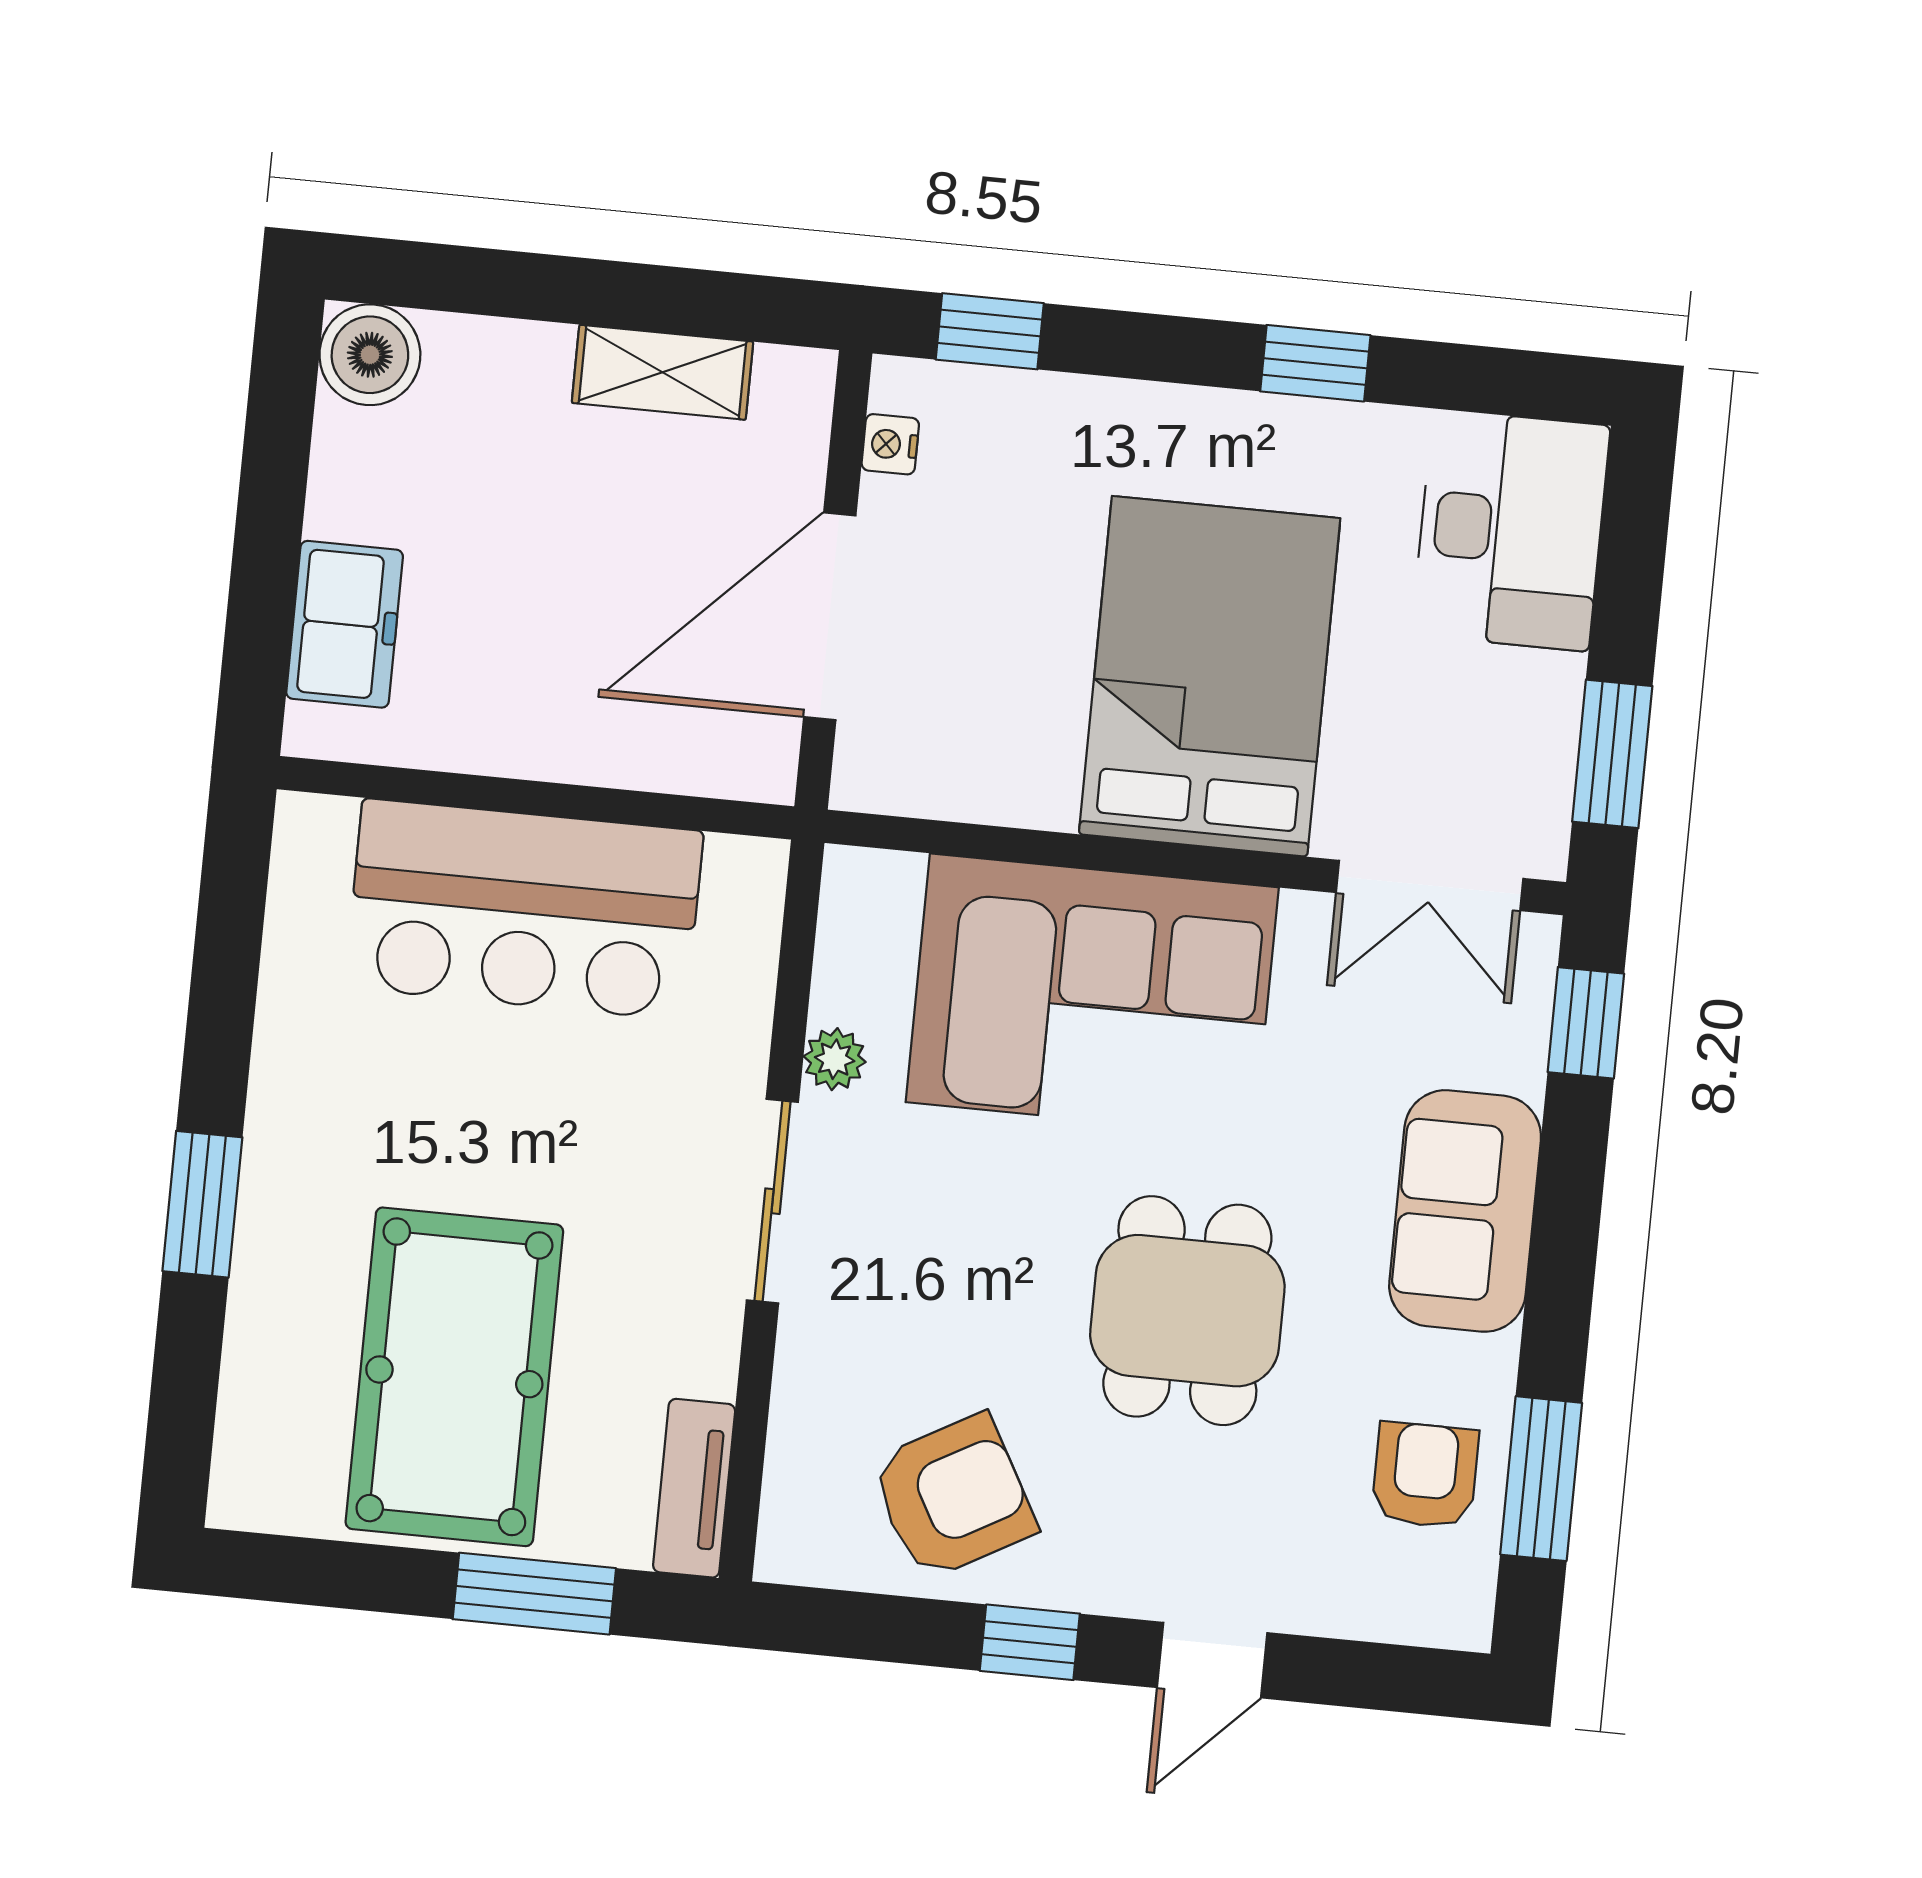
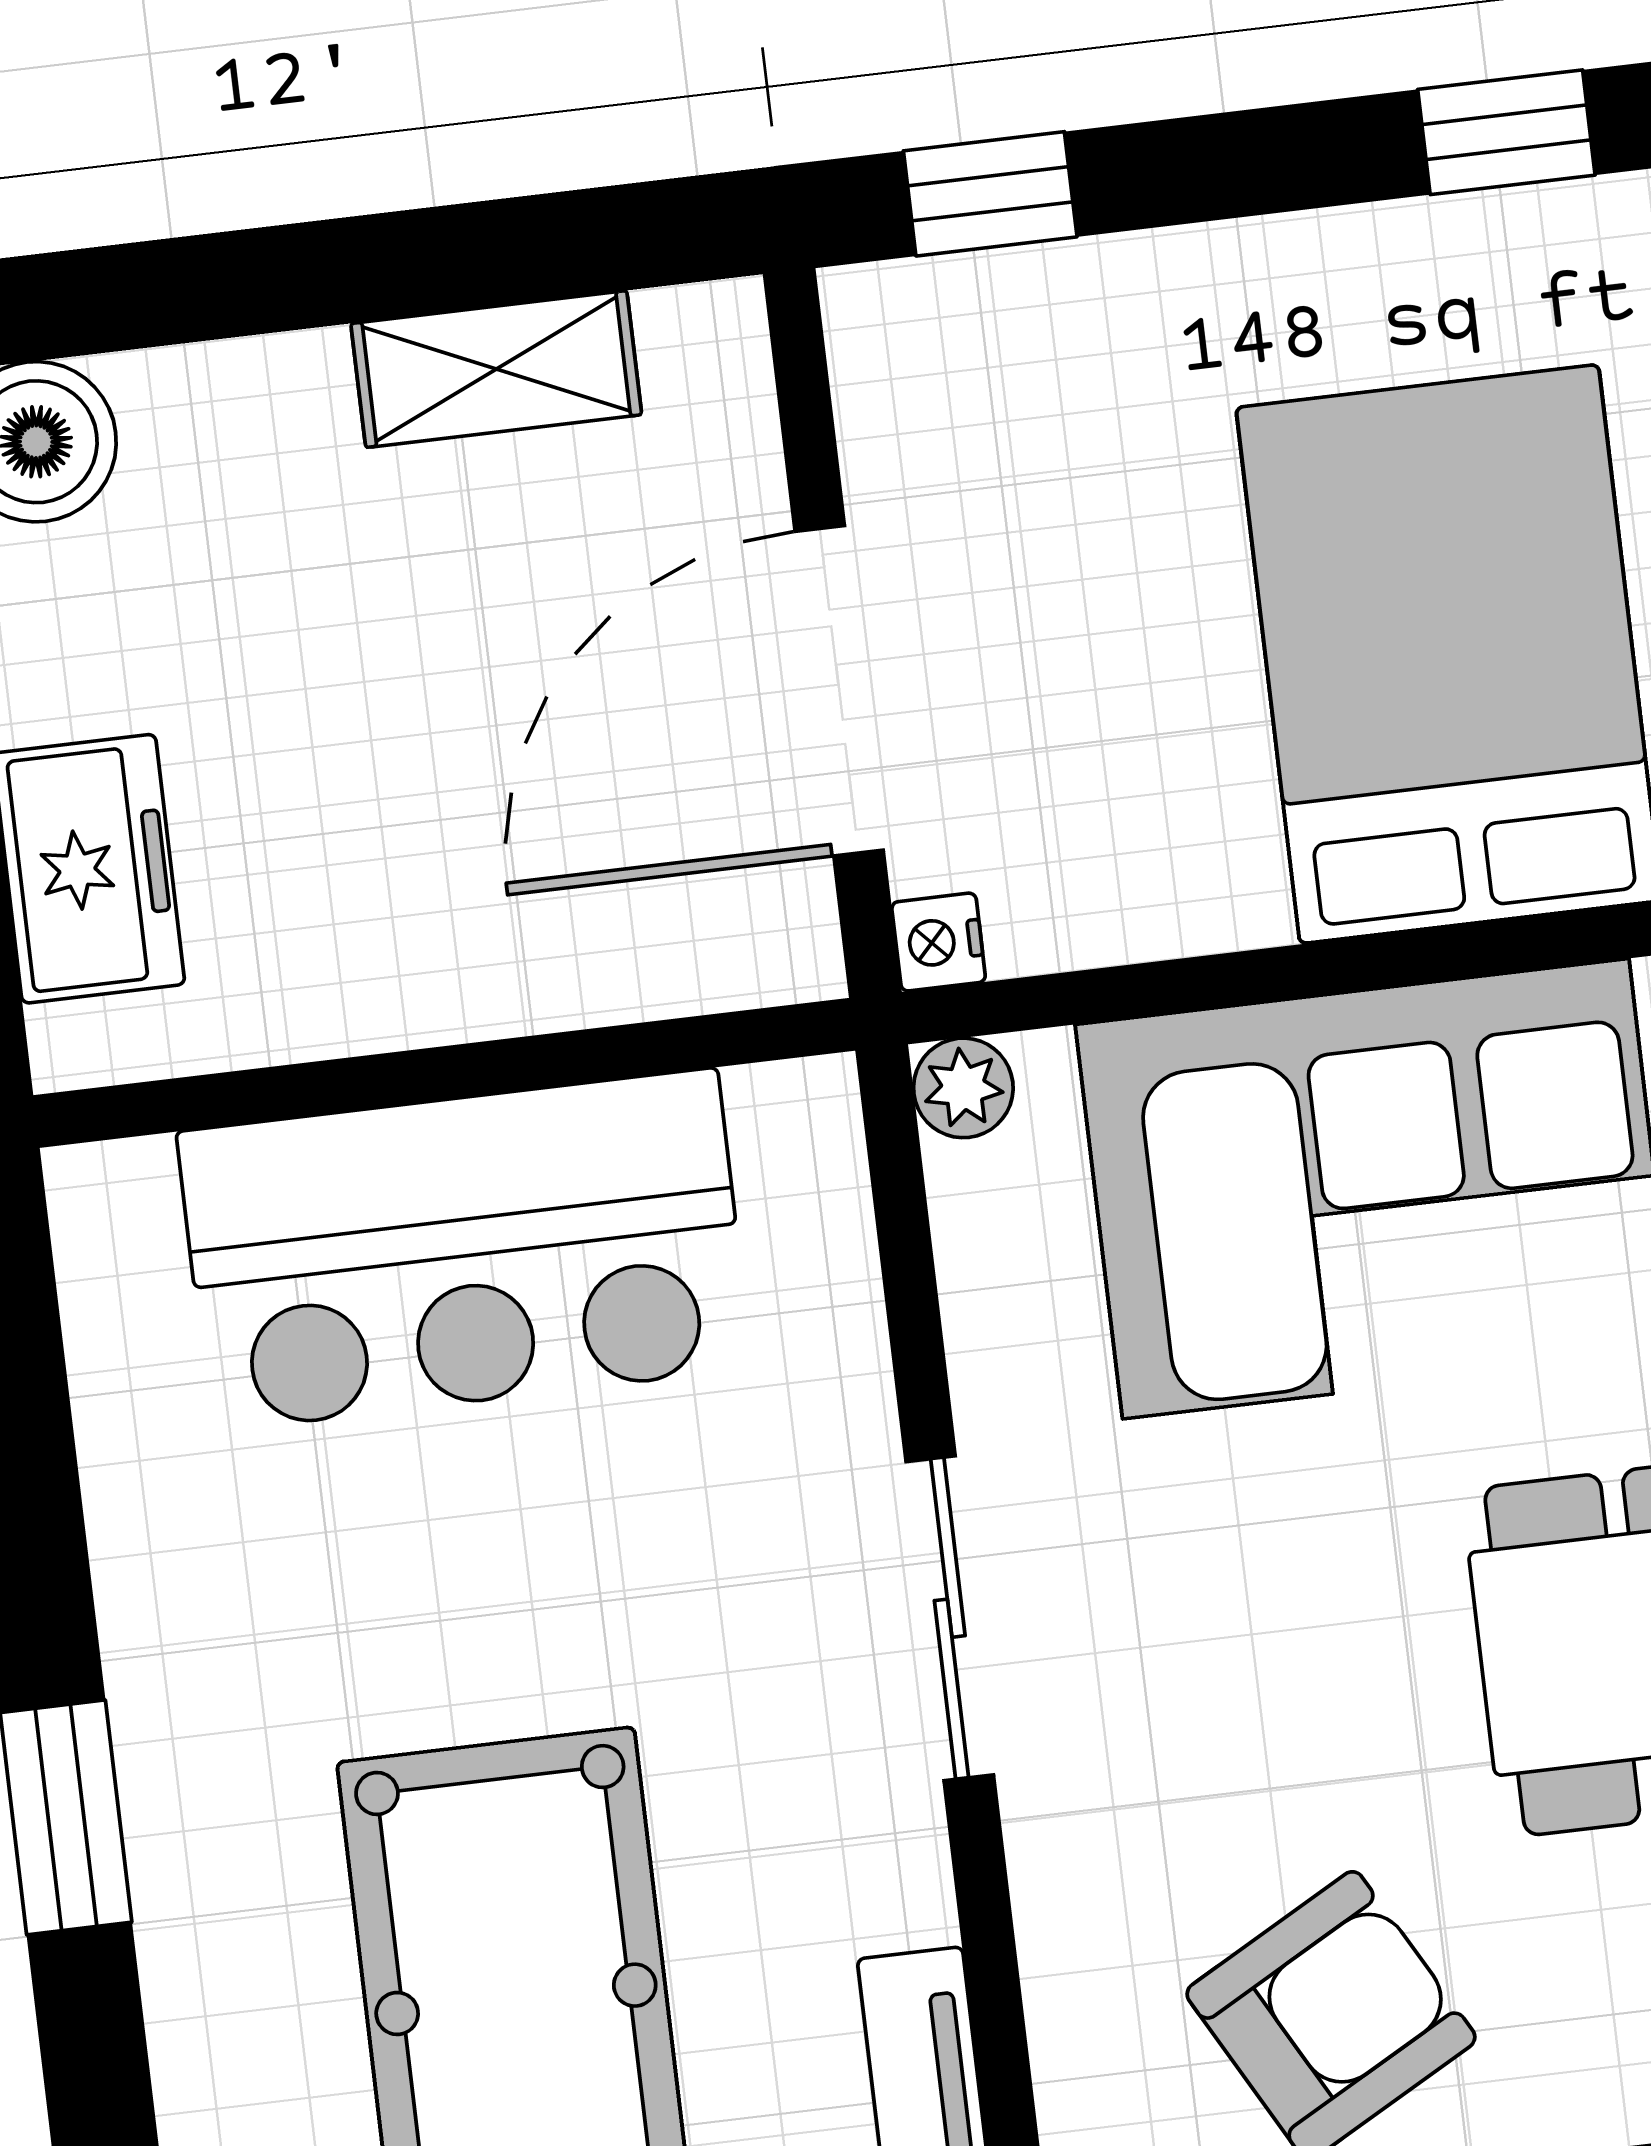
nightstand: (890, 444) -> (939, 942), moved
plant: (835, 1059) -> (963, 1088), moved

